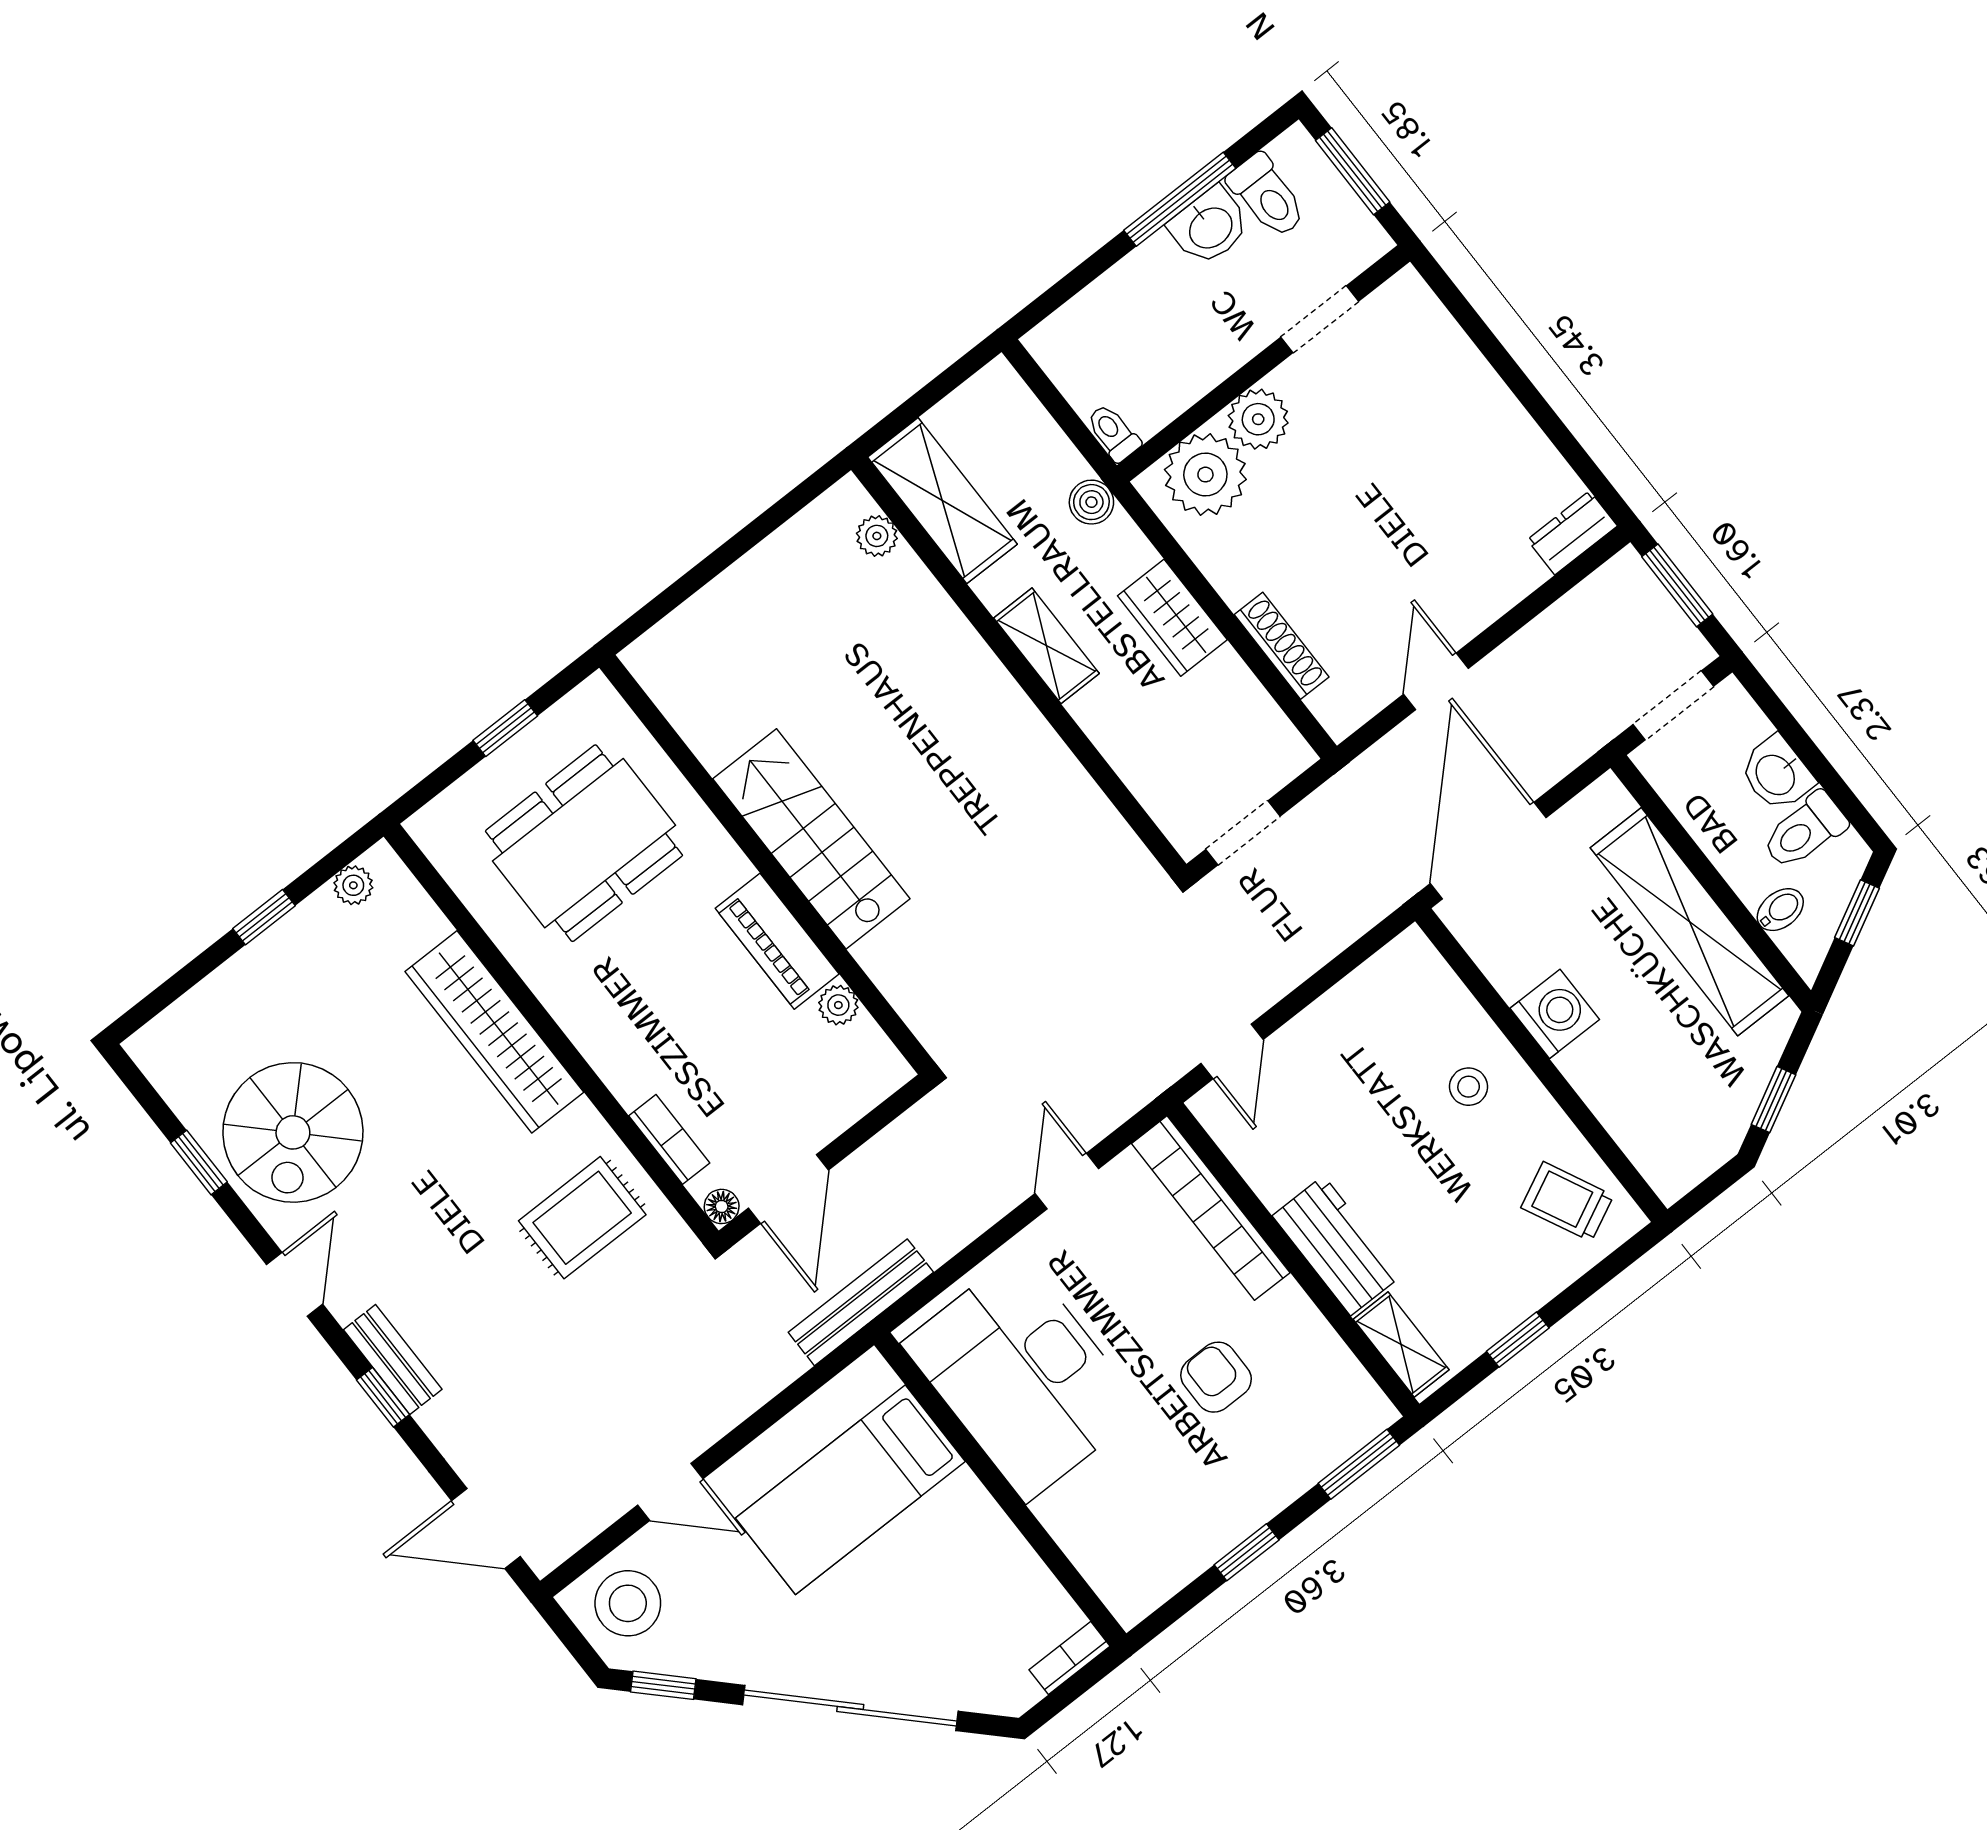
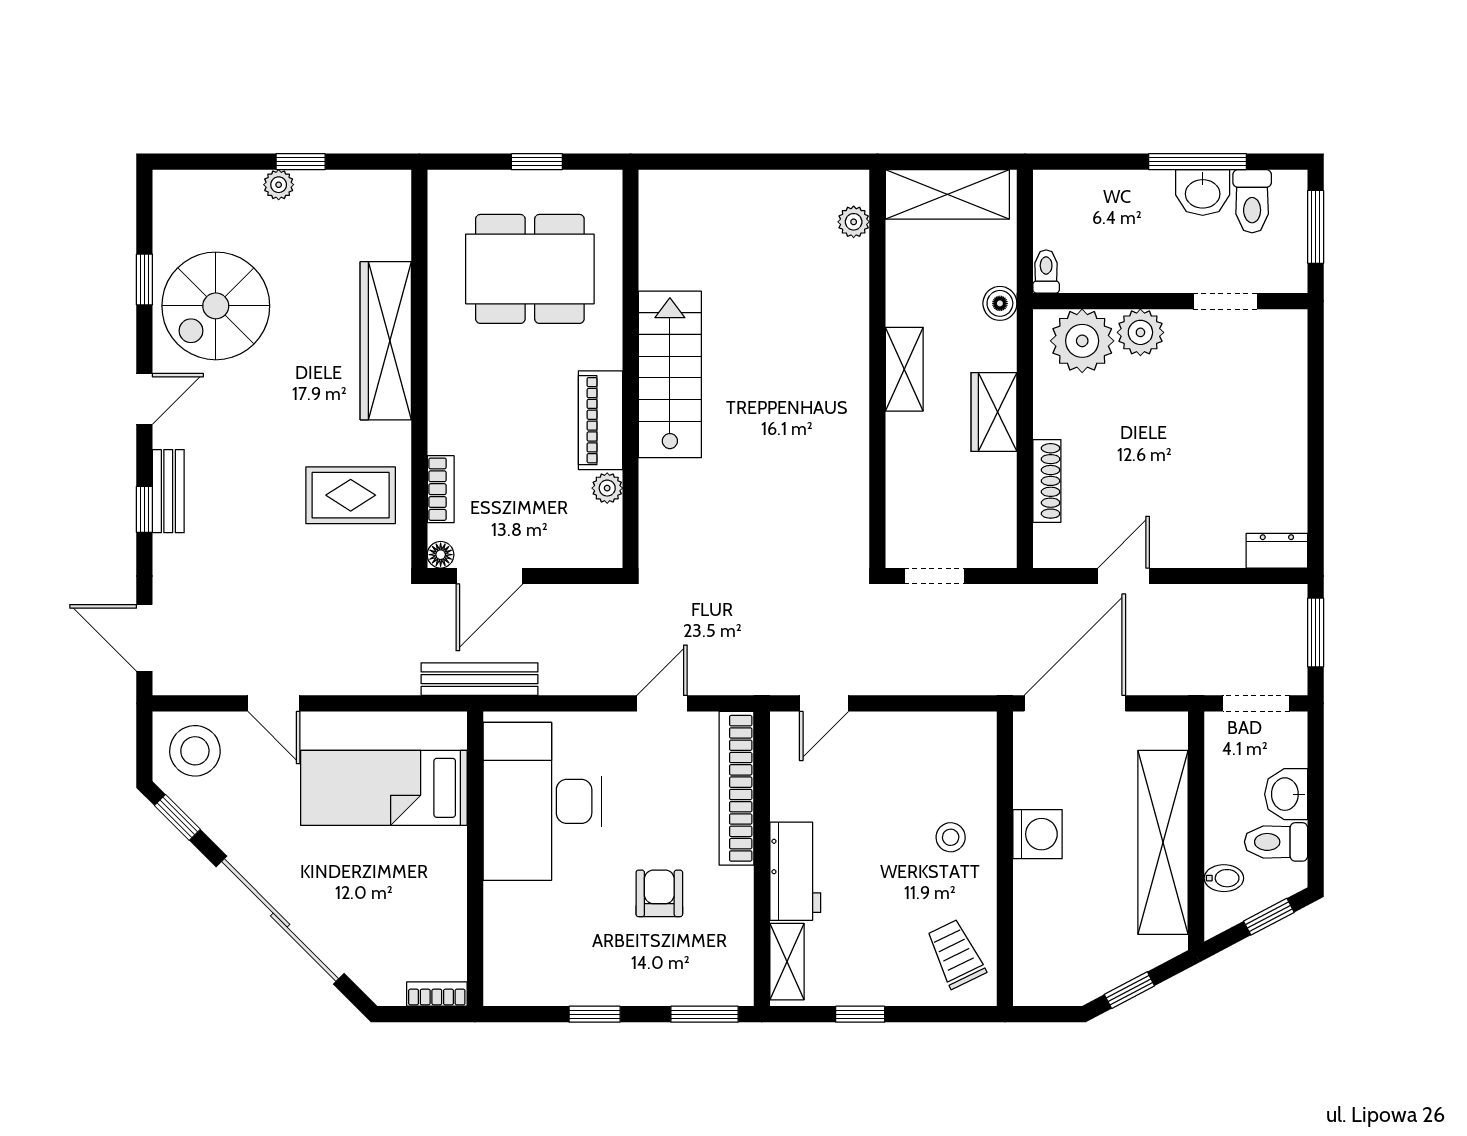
shelving: (942, 501) -> (947, 194), moved, turned 90
plant: (353, 885) -> (279, 185), moved

